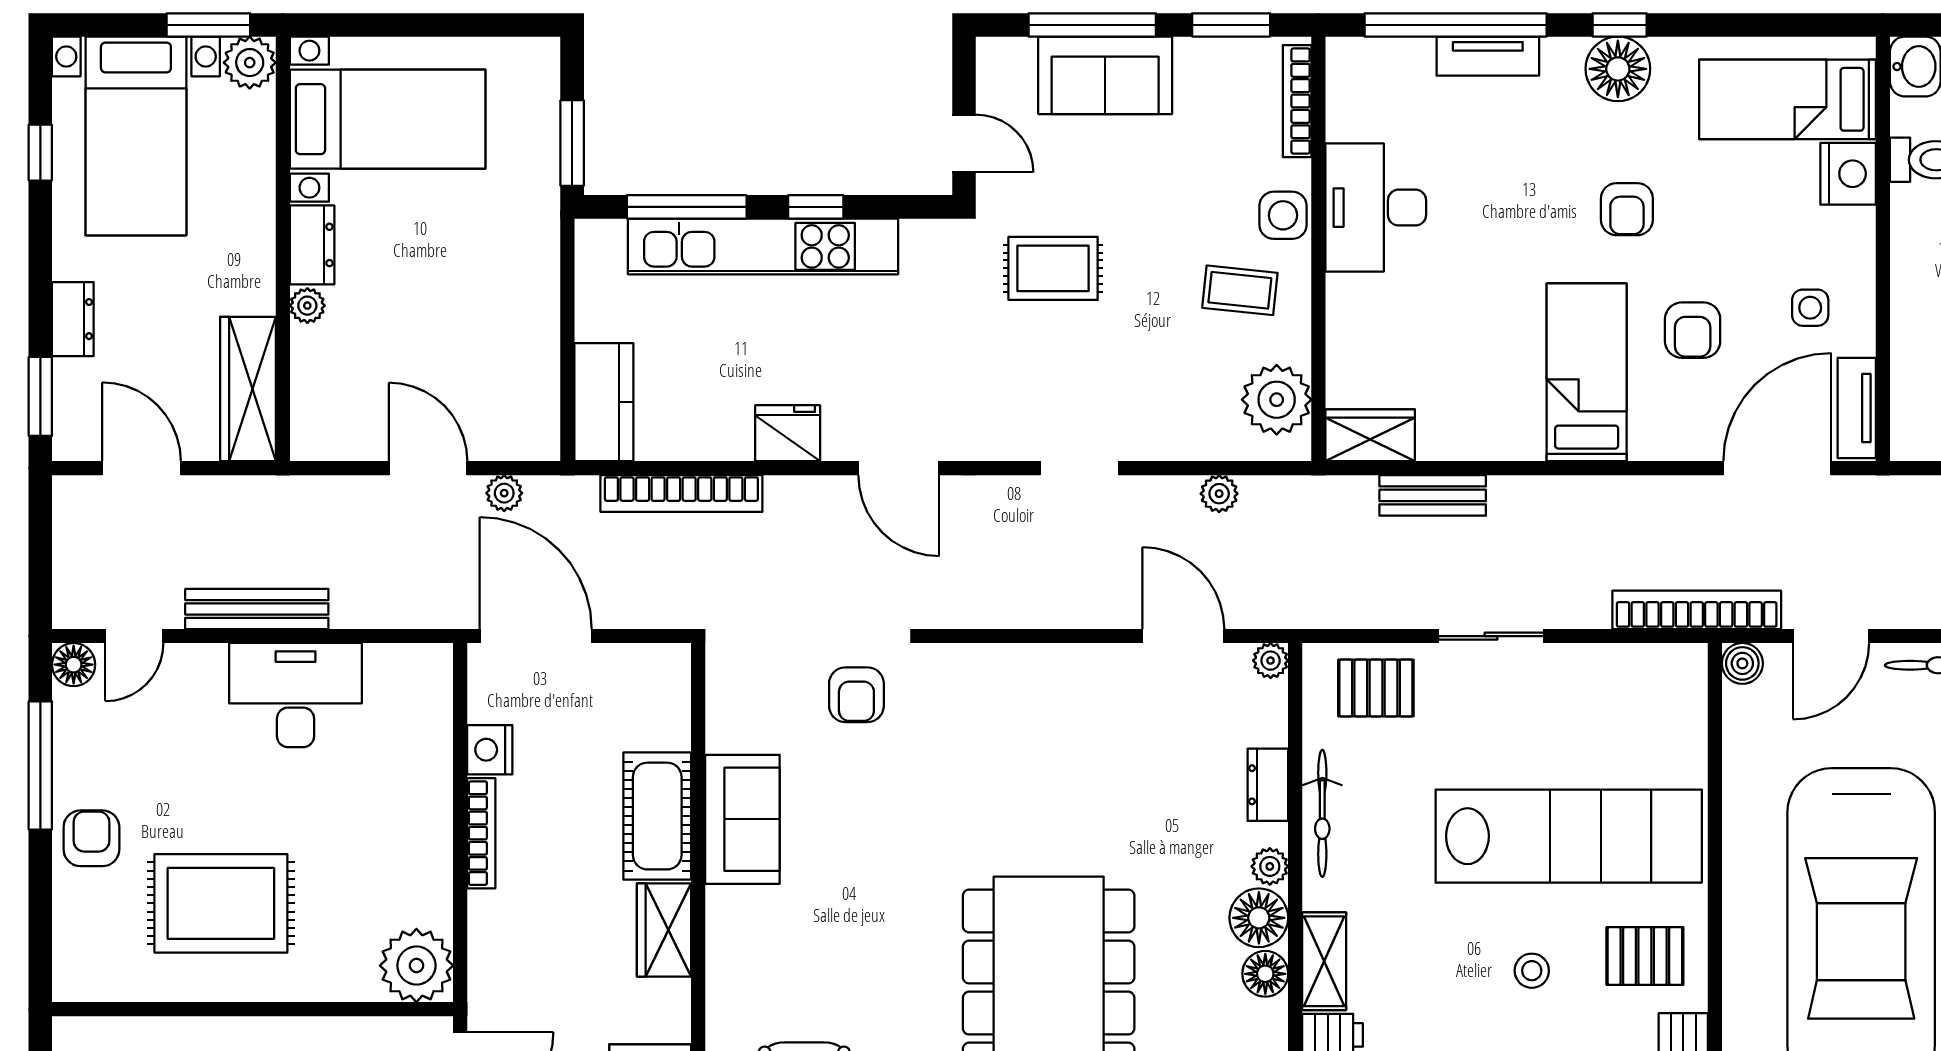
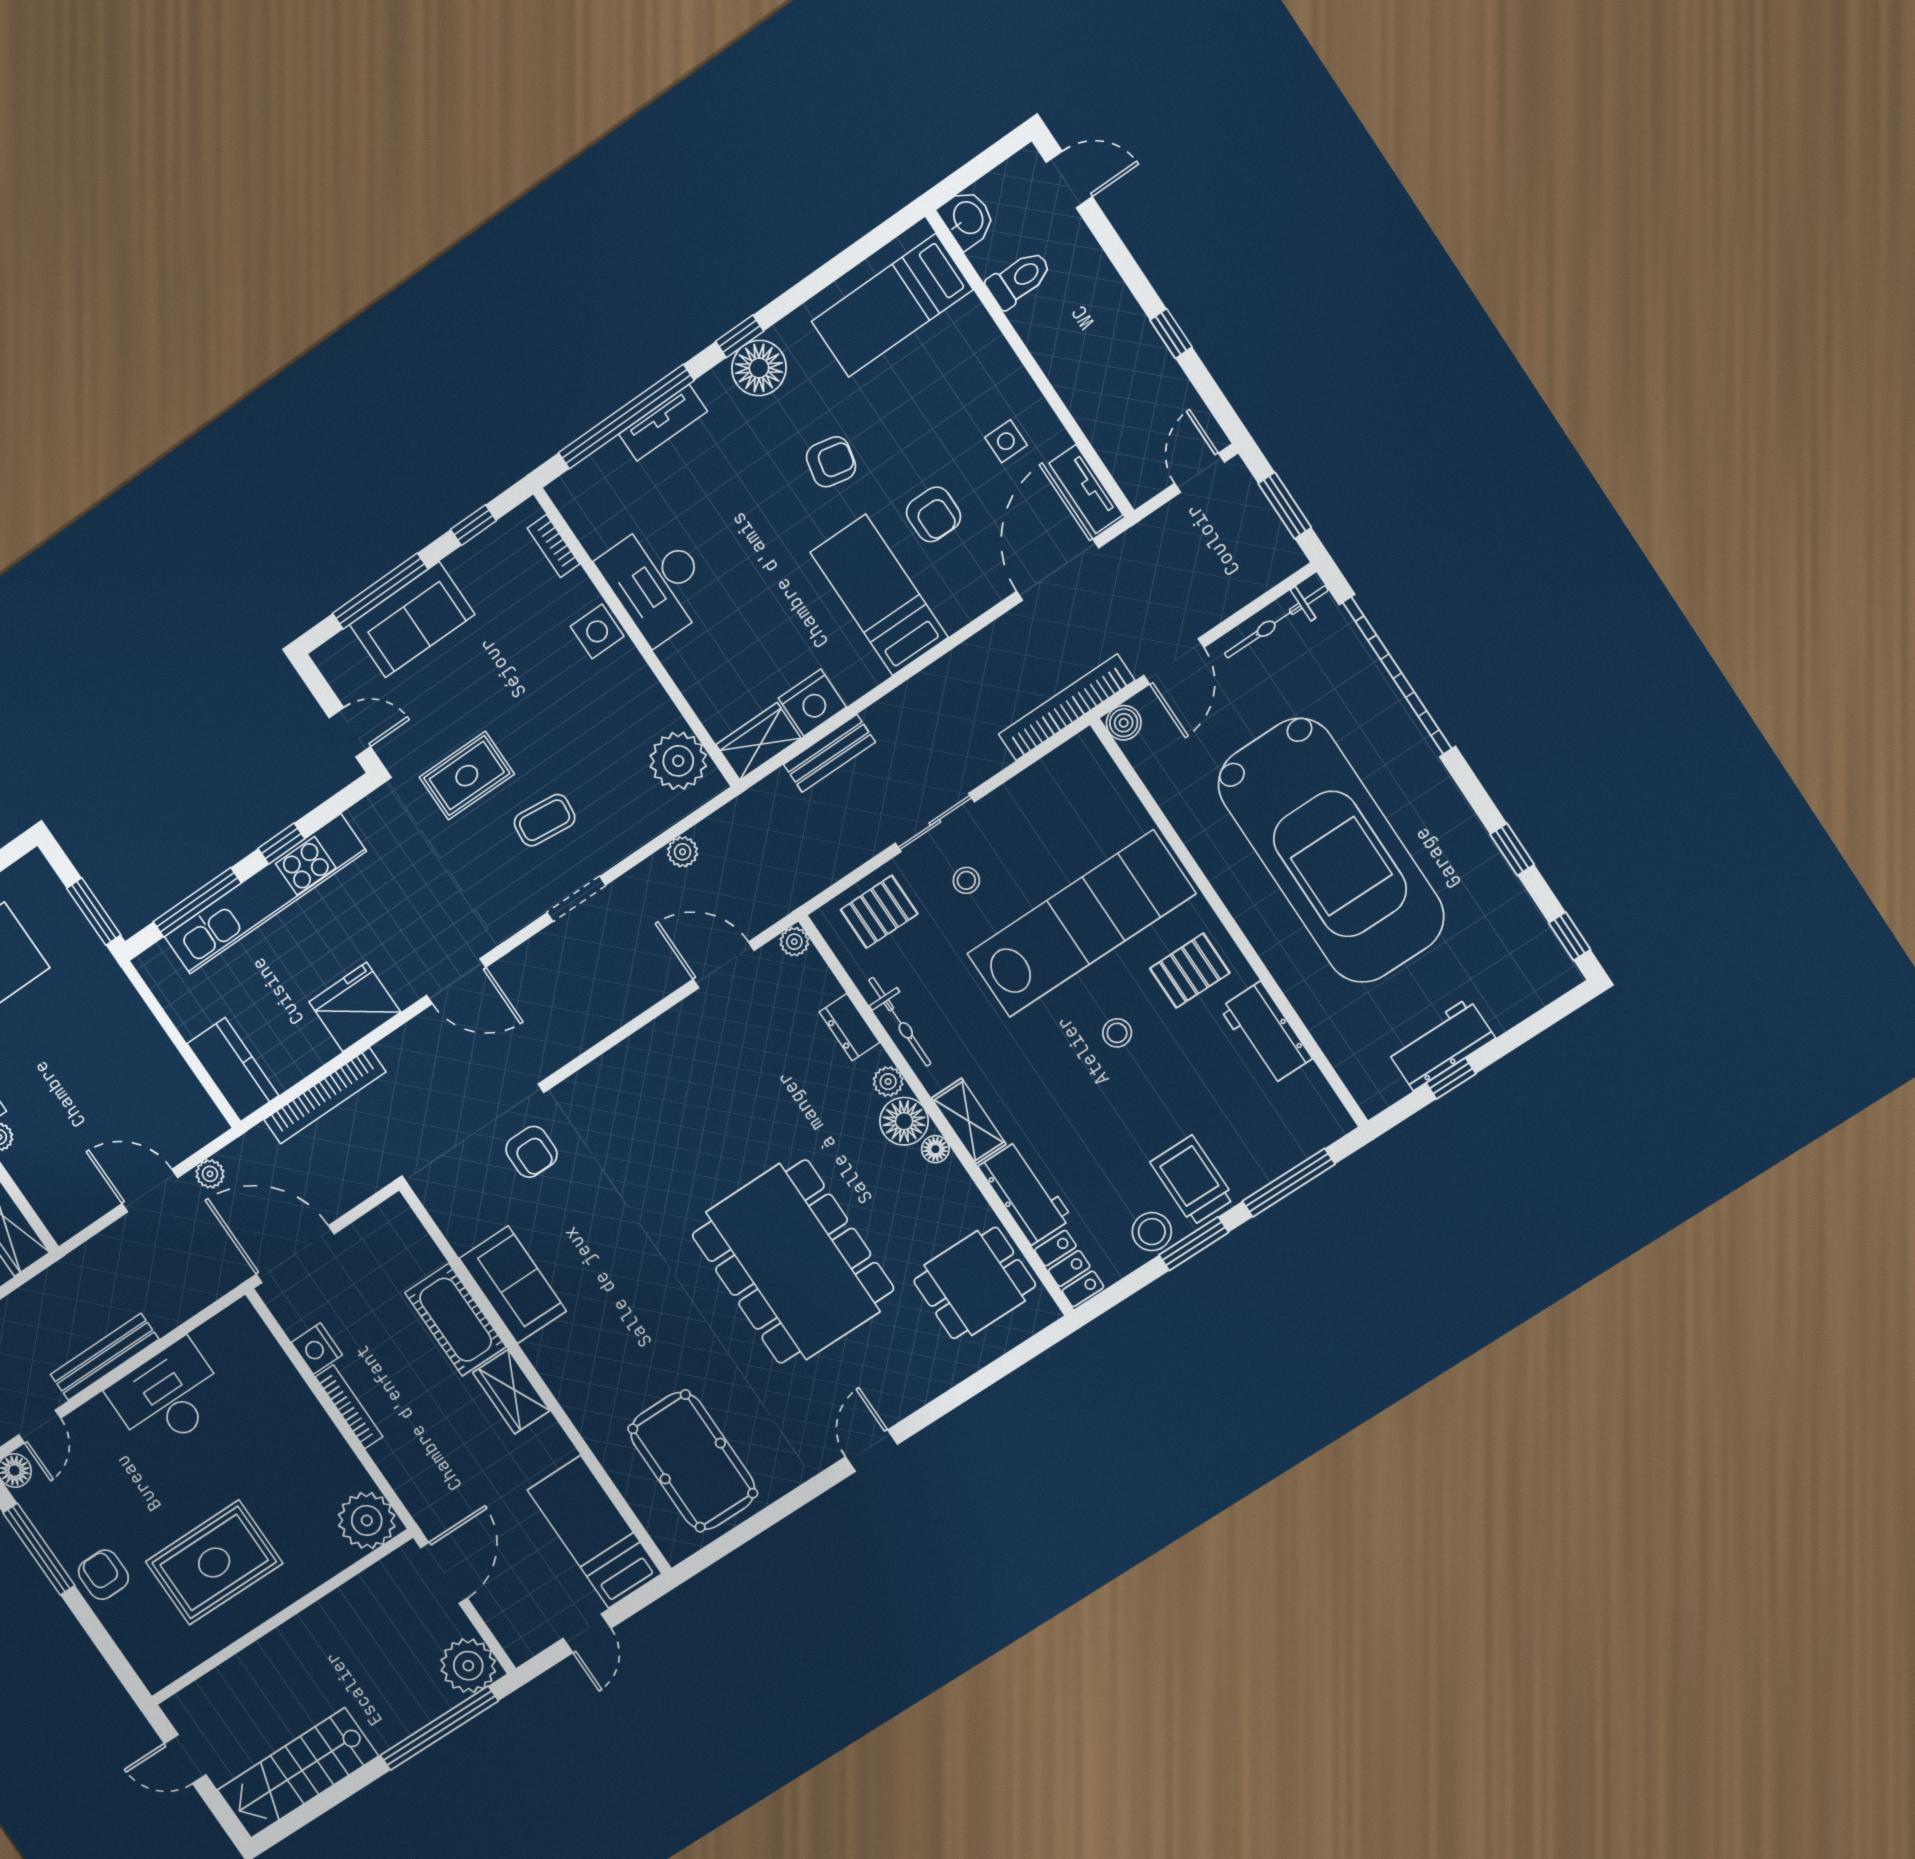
window: (1231, 25) -> (473, 525), width x0.67
bookcase: (1297, 101) -> (554, 546), width x0.64
nightstand: (1848, 174) -> (812, 703), moved, turned 90
armchair: (1627, 209) -> (831, 462), turned -78
coffee table: (1240, 290) -> (545, 820), moved
fridge: (788, 433) -> (355, 1007), width x1.36, depth x1.34
stool: (1484, 715) -> (966, 880), added
floor lamp: (1265, 974) -> (935, 1149), width x0.73, depth x0.73

